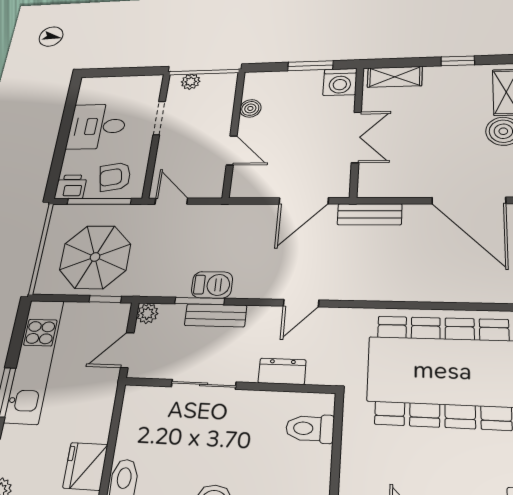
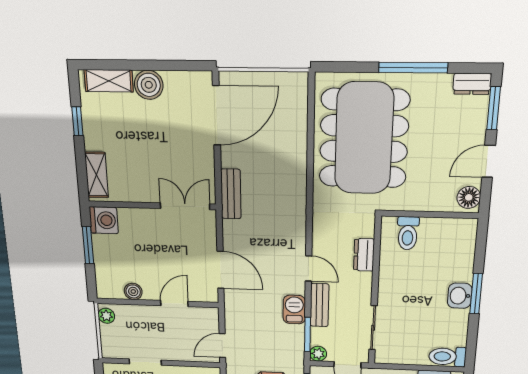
plant: (191, 82) -> (106, 316), moved
double door: (356, 137) -> (185, 206), moved
door: (304, 201) -> (220, 270), moved
window: (200, 301) -> (307, 335), moved
door: (301, 303) -> (309, 269), moved
sliding door: (204, 384) -> (373, 328), moved

